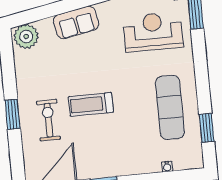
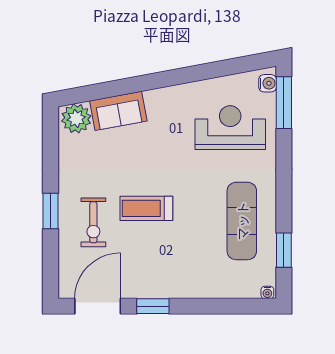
sofa: (76, 22) -> (118, 111), moved
exercise bike: (49, 120) -> (93, 222), turned 180
water cooler: (167, 167) -> (267, 292), moved

